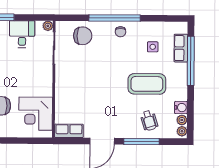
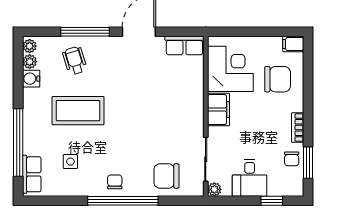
row of seats: (181, 48) -> (32, 174), moved
filing cabinet: (44, 84) -> (218, 110), added

